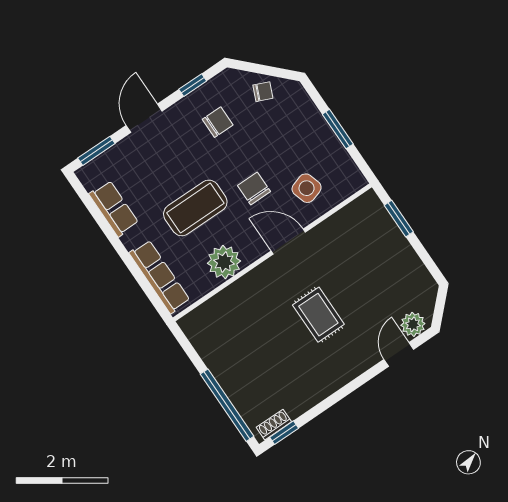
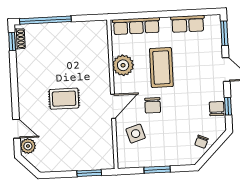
chair: (218, 122) -> (217, 109), moved, turned 180
chair: (254, 188) -> (153, 105), turned 90

